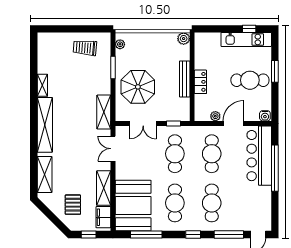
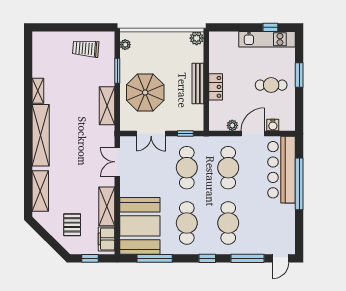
cafe table: (250, 80) -> (271, 85), width x0.73, depth x0.74
shelving: (104, 112) -> (107, 106), moved
water cooler: (265, 116) -> (273, 125), moved

